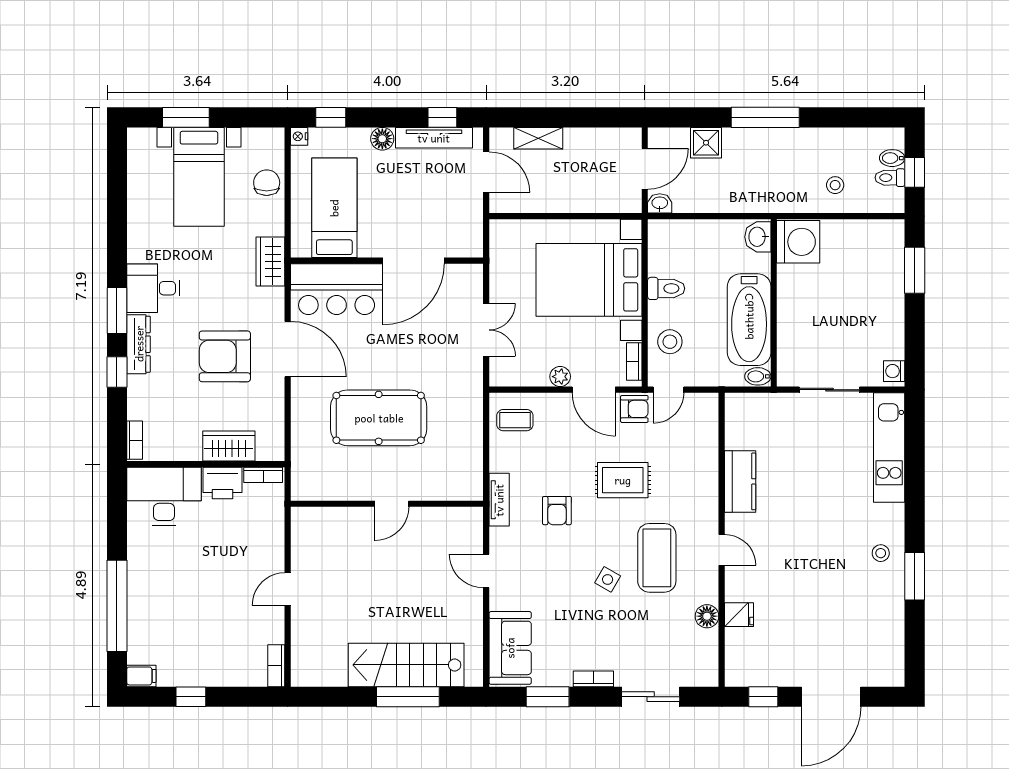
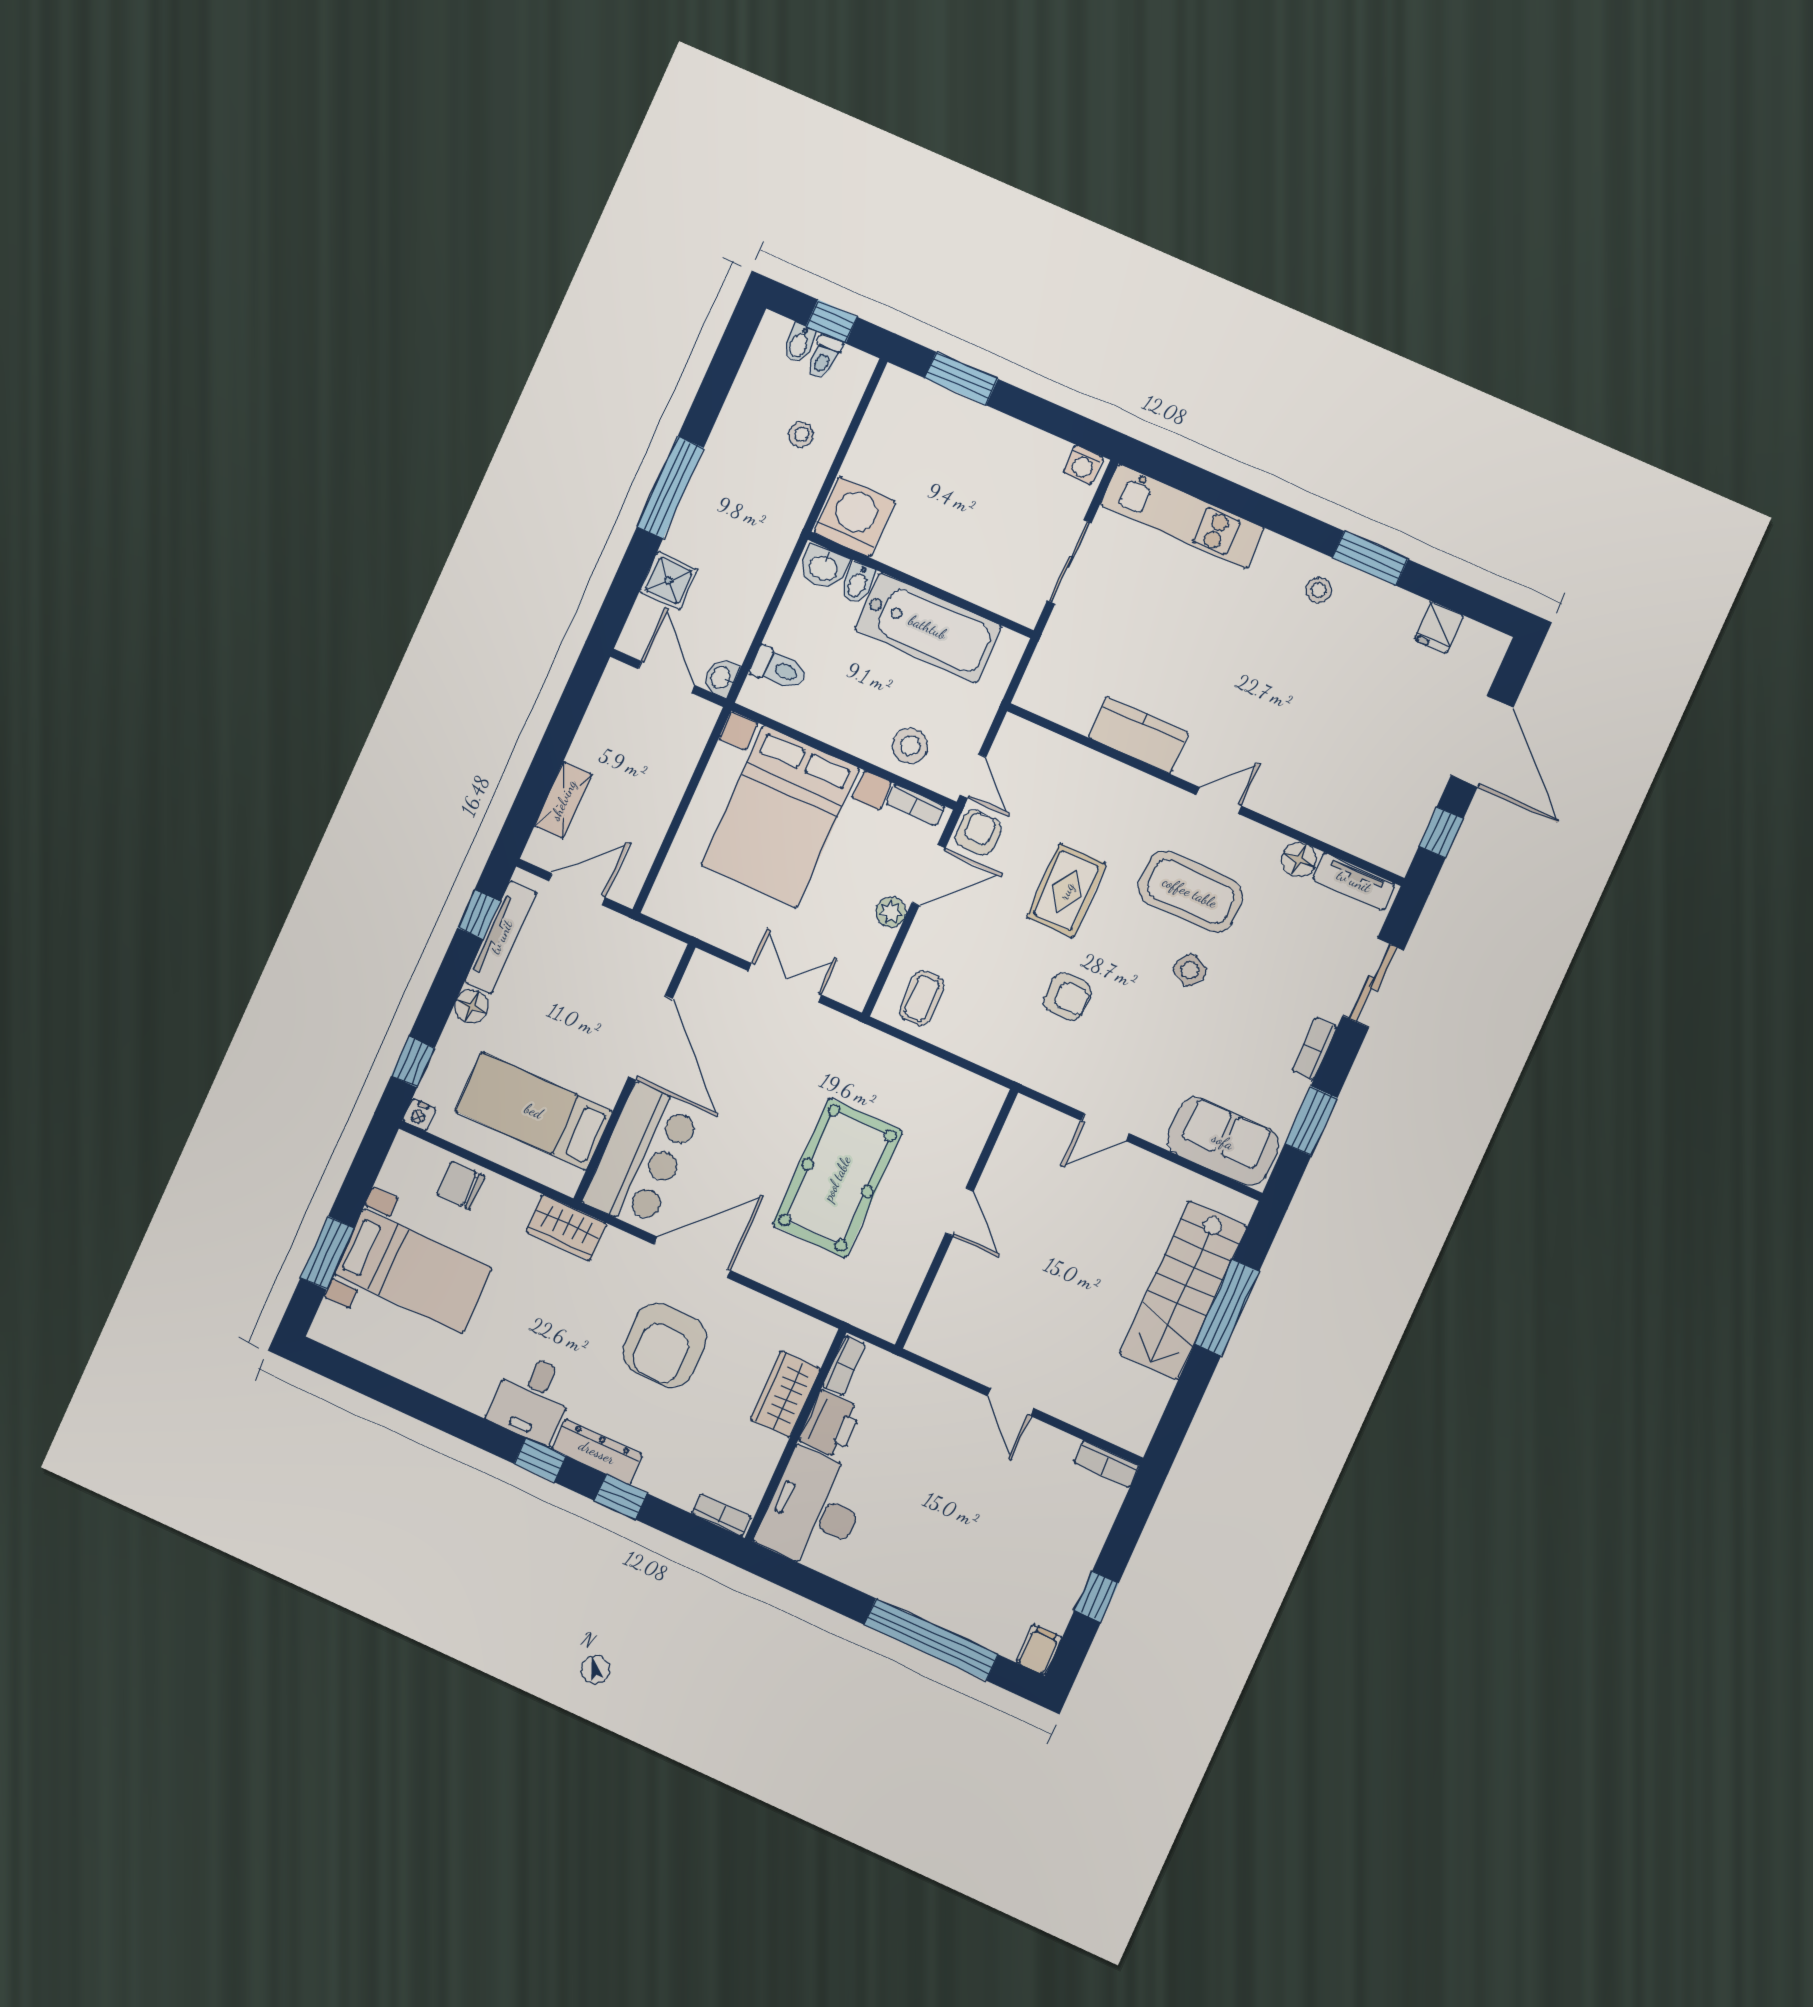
toilet: (666, 288) -> (779, 669), moved, turned 90
window: (117, 311) -> (540, 1460), width x0.67
bidet: (758, 376) -> (858, 583), moved
tv unit: (499, 500) -> (1354, 881), moved, turned 180
fridge: (739, 615) -> (1439, 627), moved, turned 180

